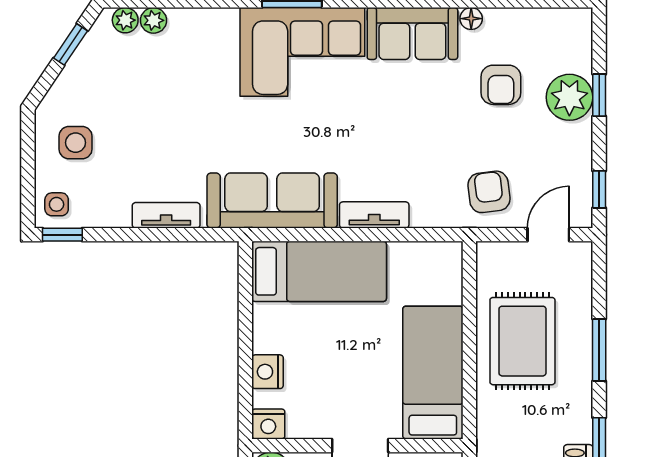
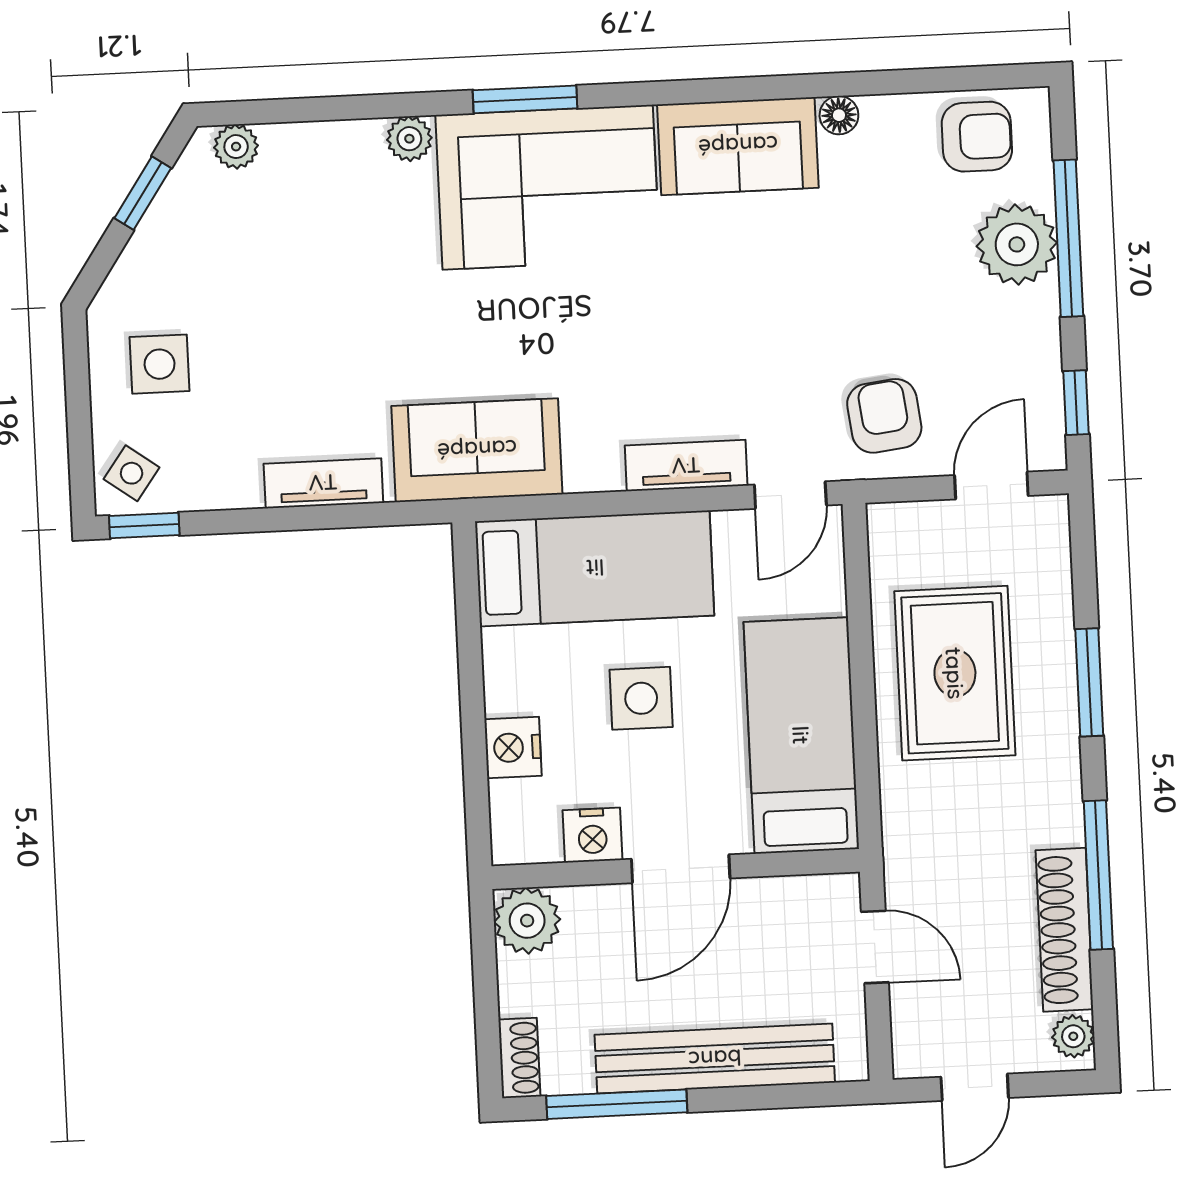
plant: (153, 20) -> (409, 139), moved
armchair: (501, 85) -> (977, 137), moved, turned -90
window: (599, 95) -> (1068, 238), width x2.17
sofa: (272, 201) -> (477, 450), width x0.73
side table: (57, 204) -> (132, 473), turned 36
door: (433, 235) -> (790, 495), added
side table: (342, 347) -> (641, 698), added
nightstand: (268, 424) -> (592, 835), moved

